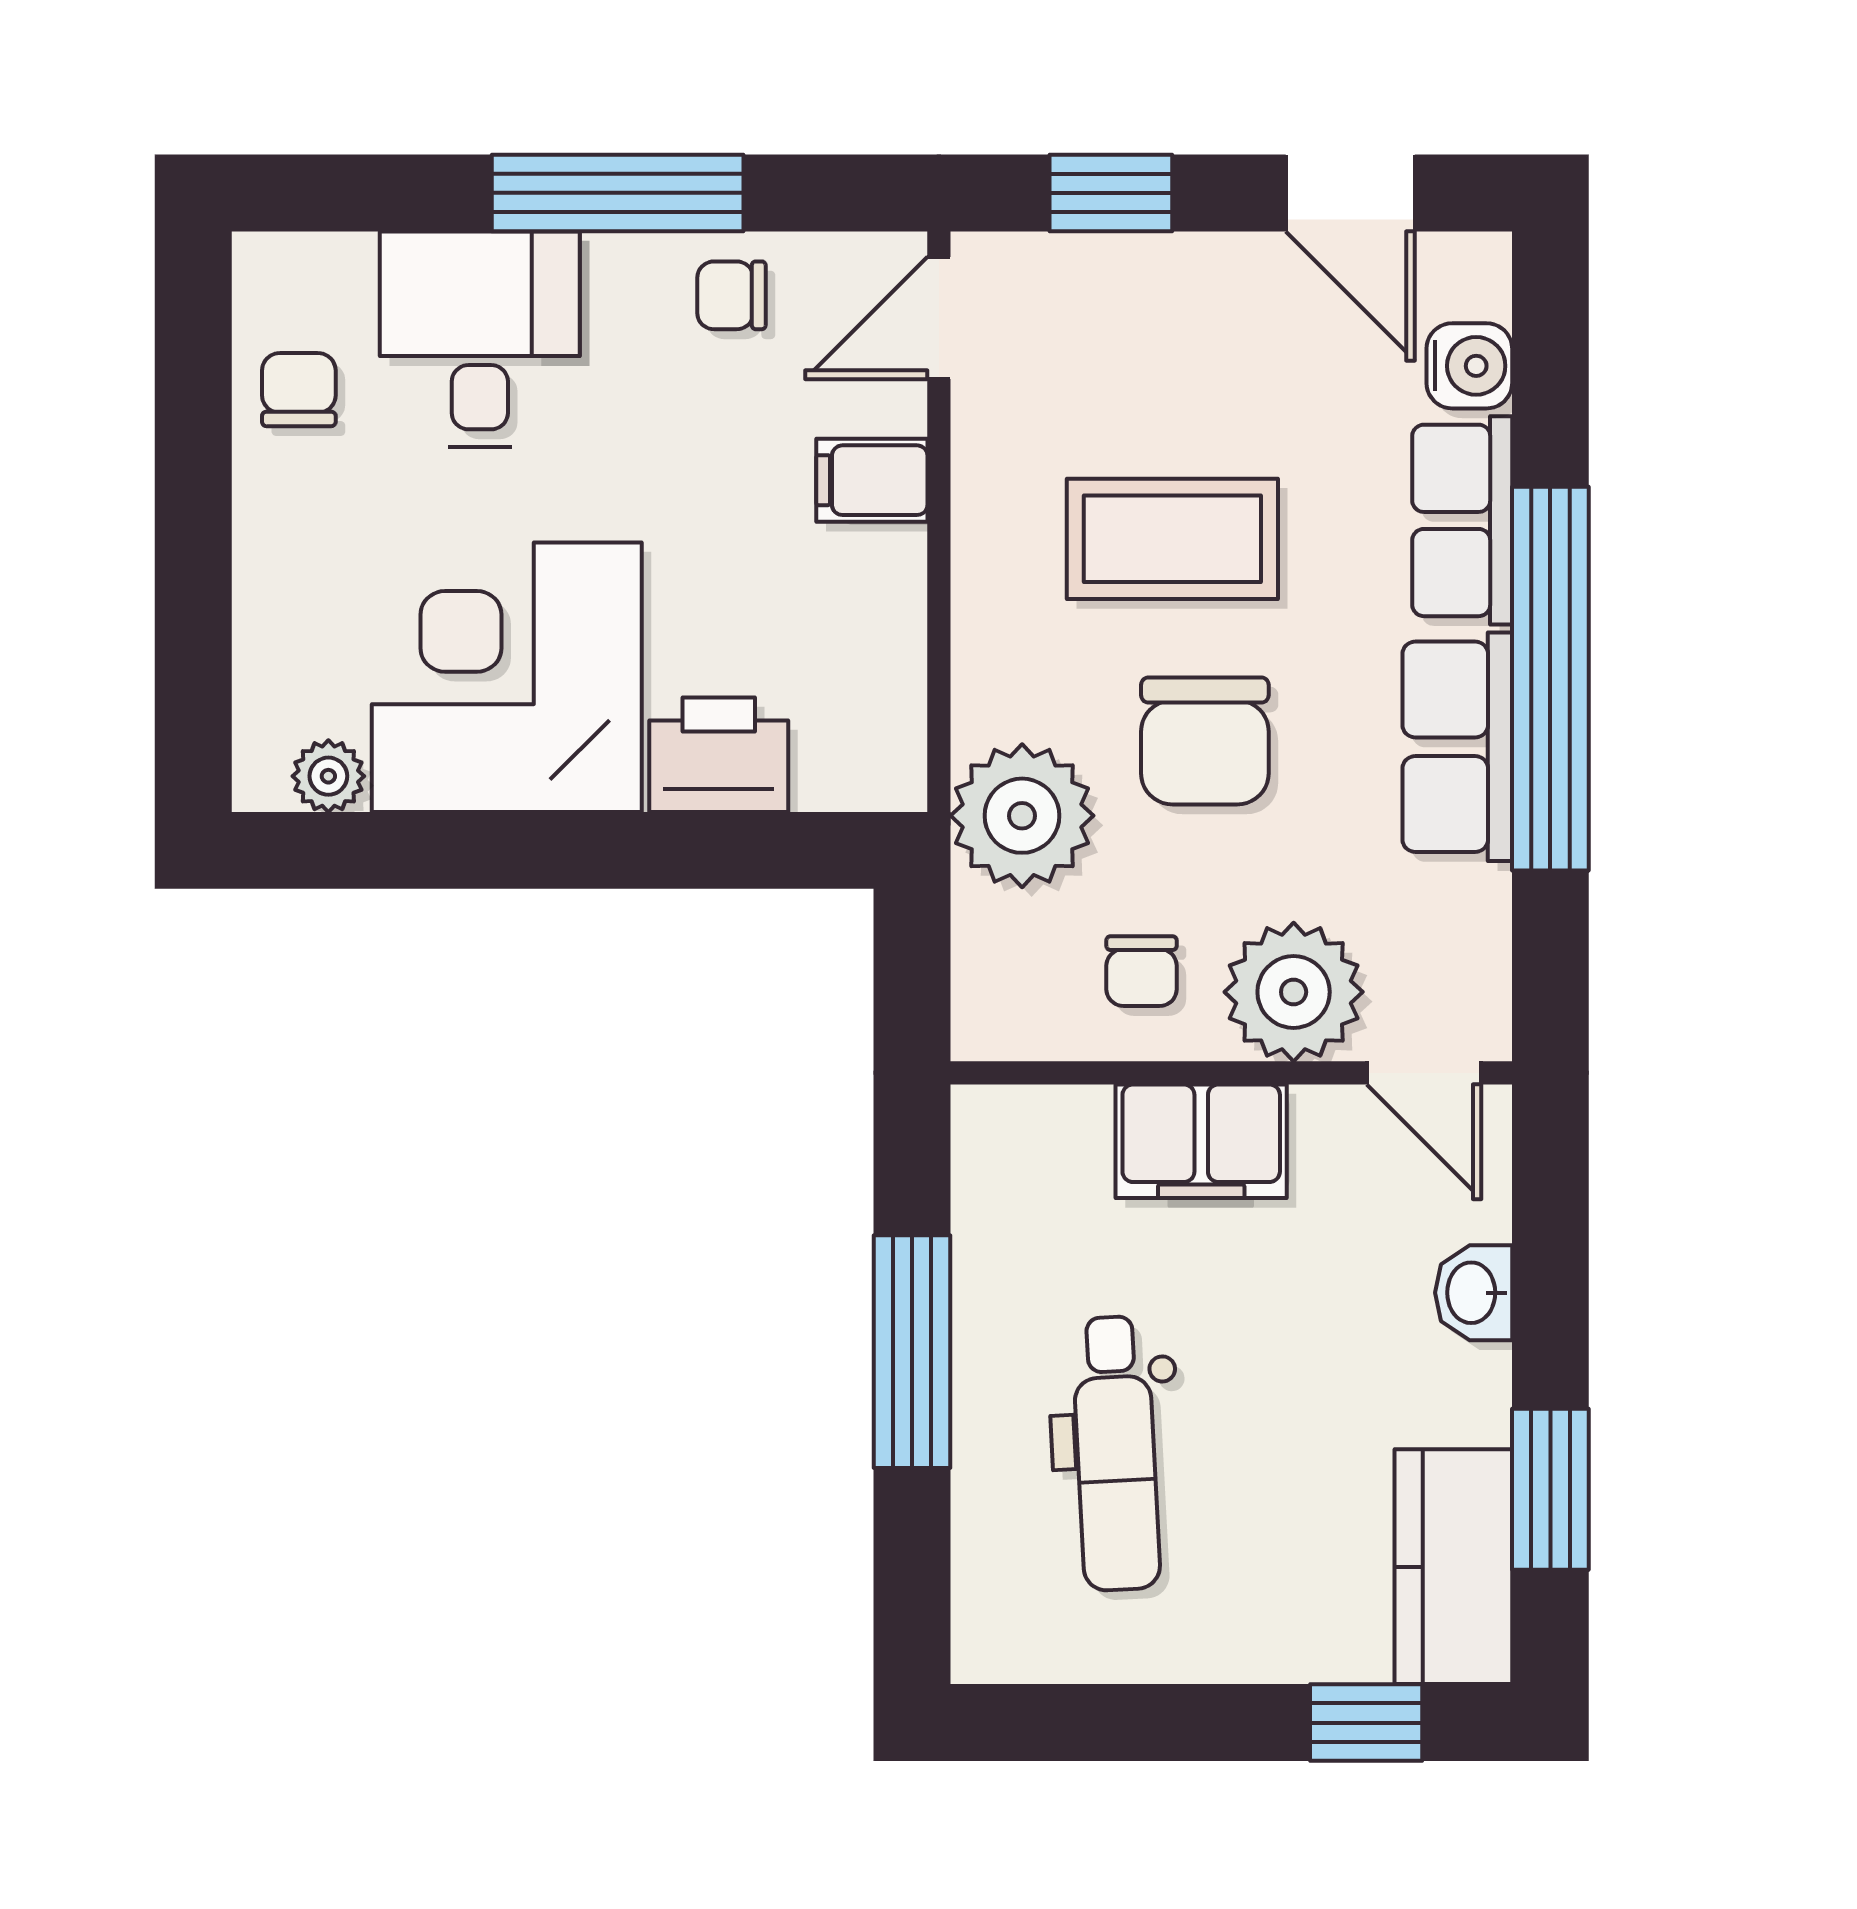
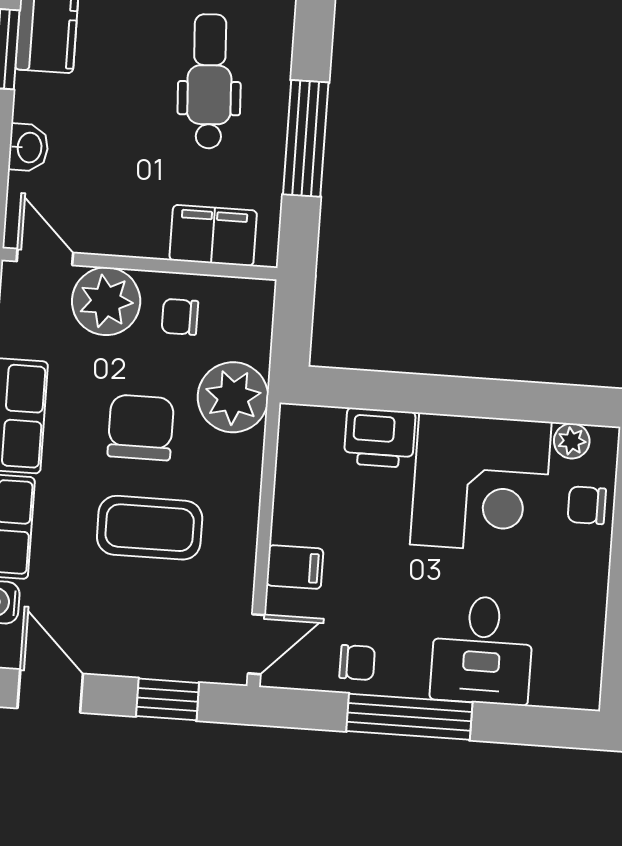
chair: (299, 390) -> (587, 505), moved, turned 90
chair: (1142, 971) -> (180, 317), turned -90
filing cabinet: (1201, 1141) -> (213, 235), moved

